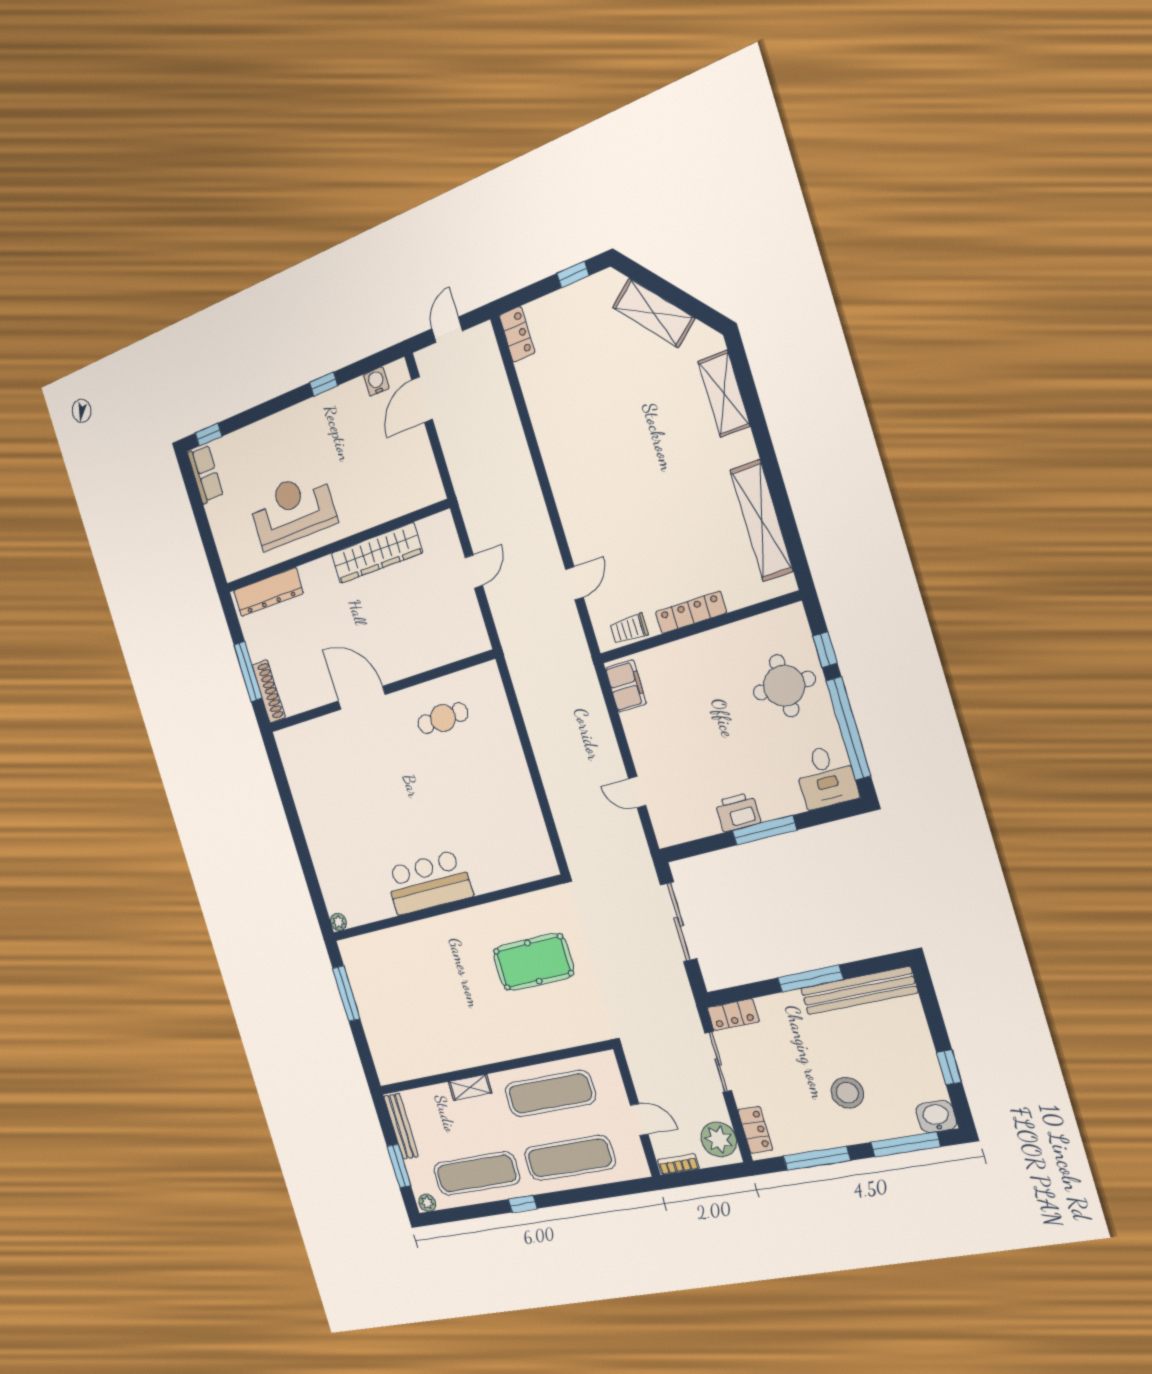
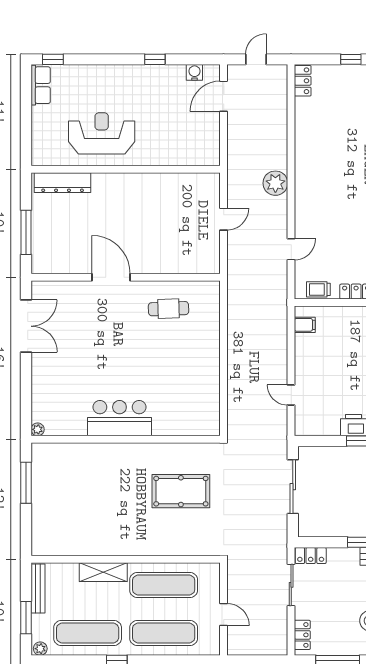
wardrobe: (377, 553) -> (156, 184), removed
filing cabinet: (626, 686) -> (305, 325), width x0.50
shoe rack: (269, 691) -> (38, 251), removed
double door: (285, 792) -> (26, 326), added
shelving: (470, 1087) -> (103, 572), width x1.50, depth x1.33
plant: (719, 1139) -> (275, 183), moved
bookcase: (678, 1164) -> (242, 650), removed

